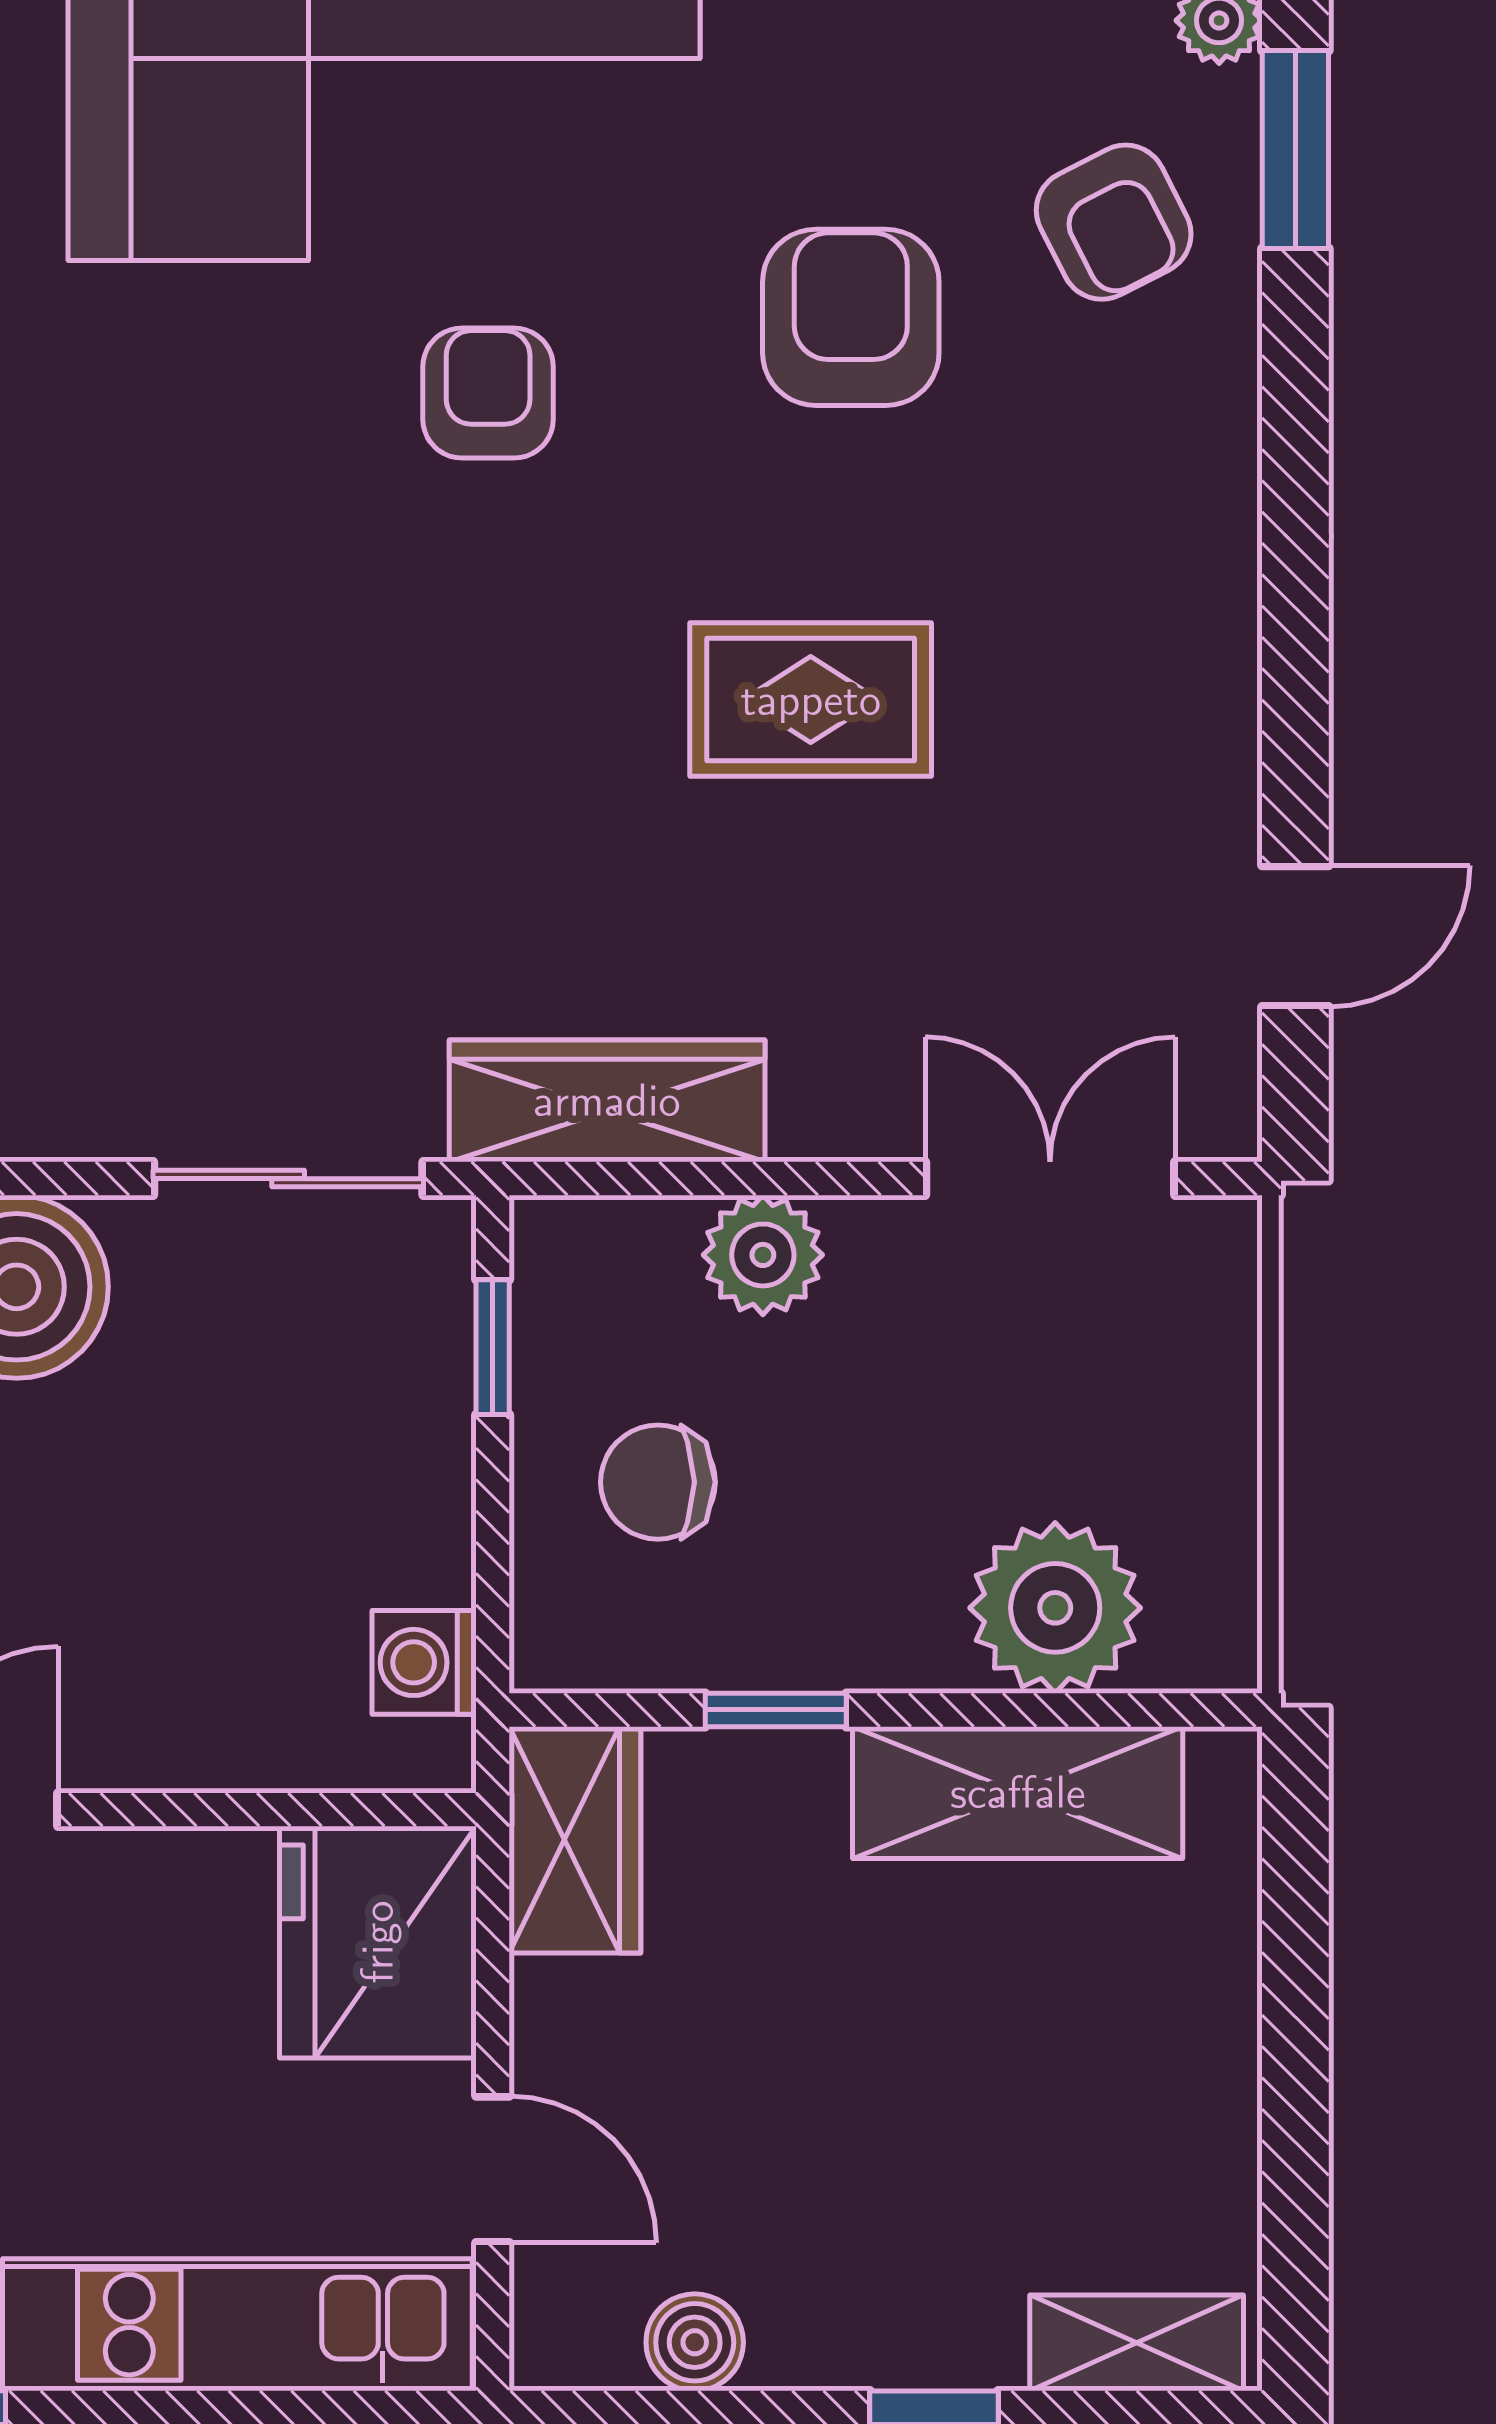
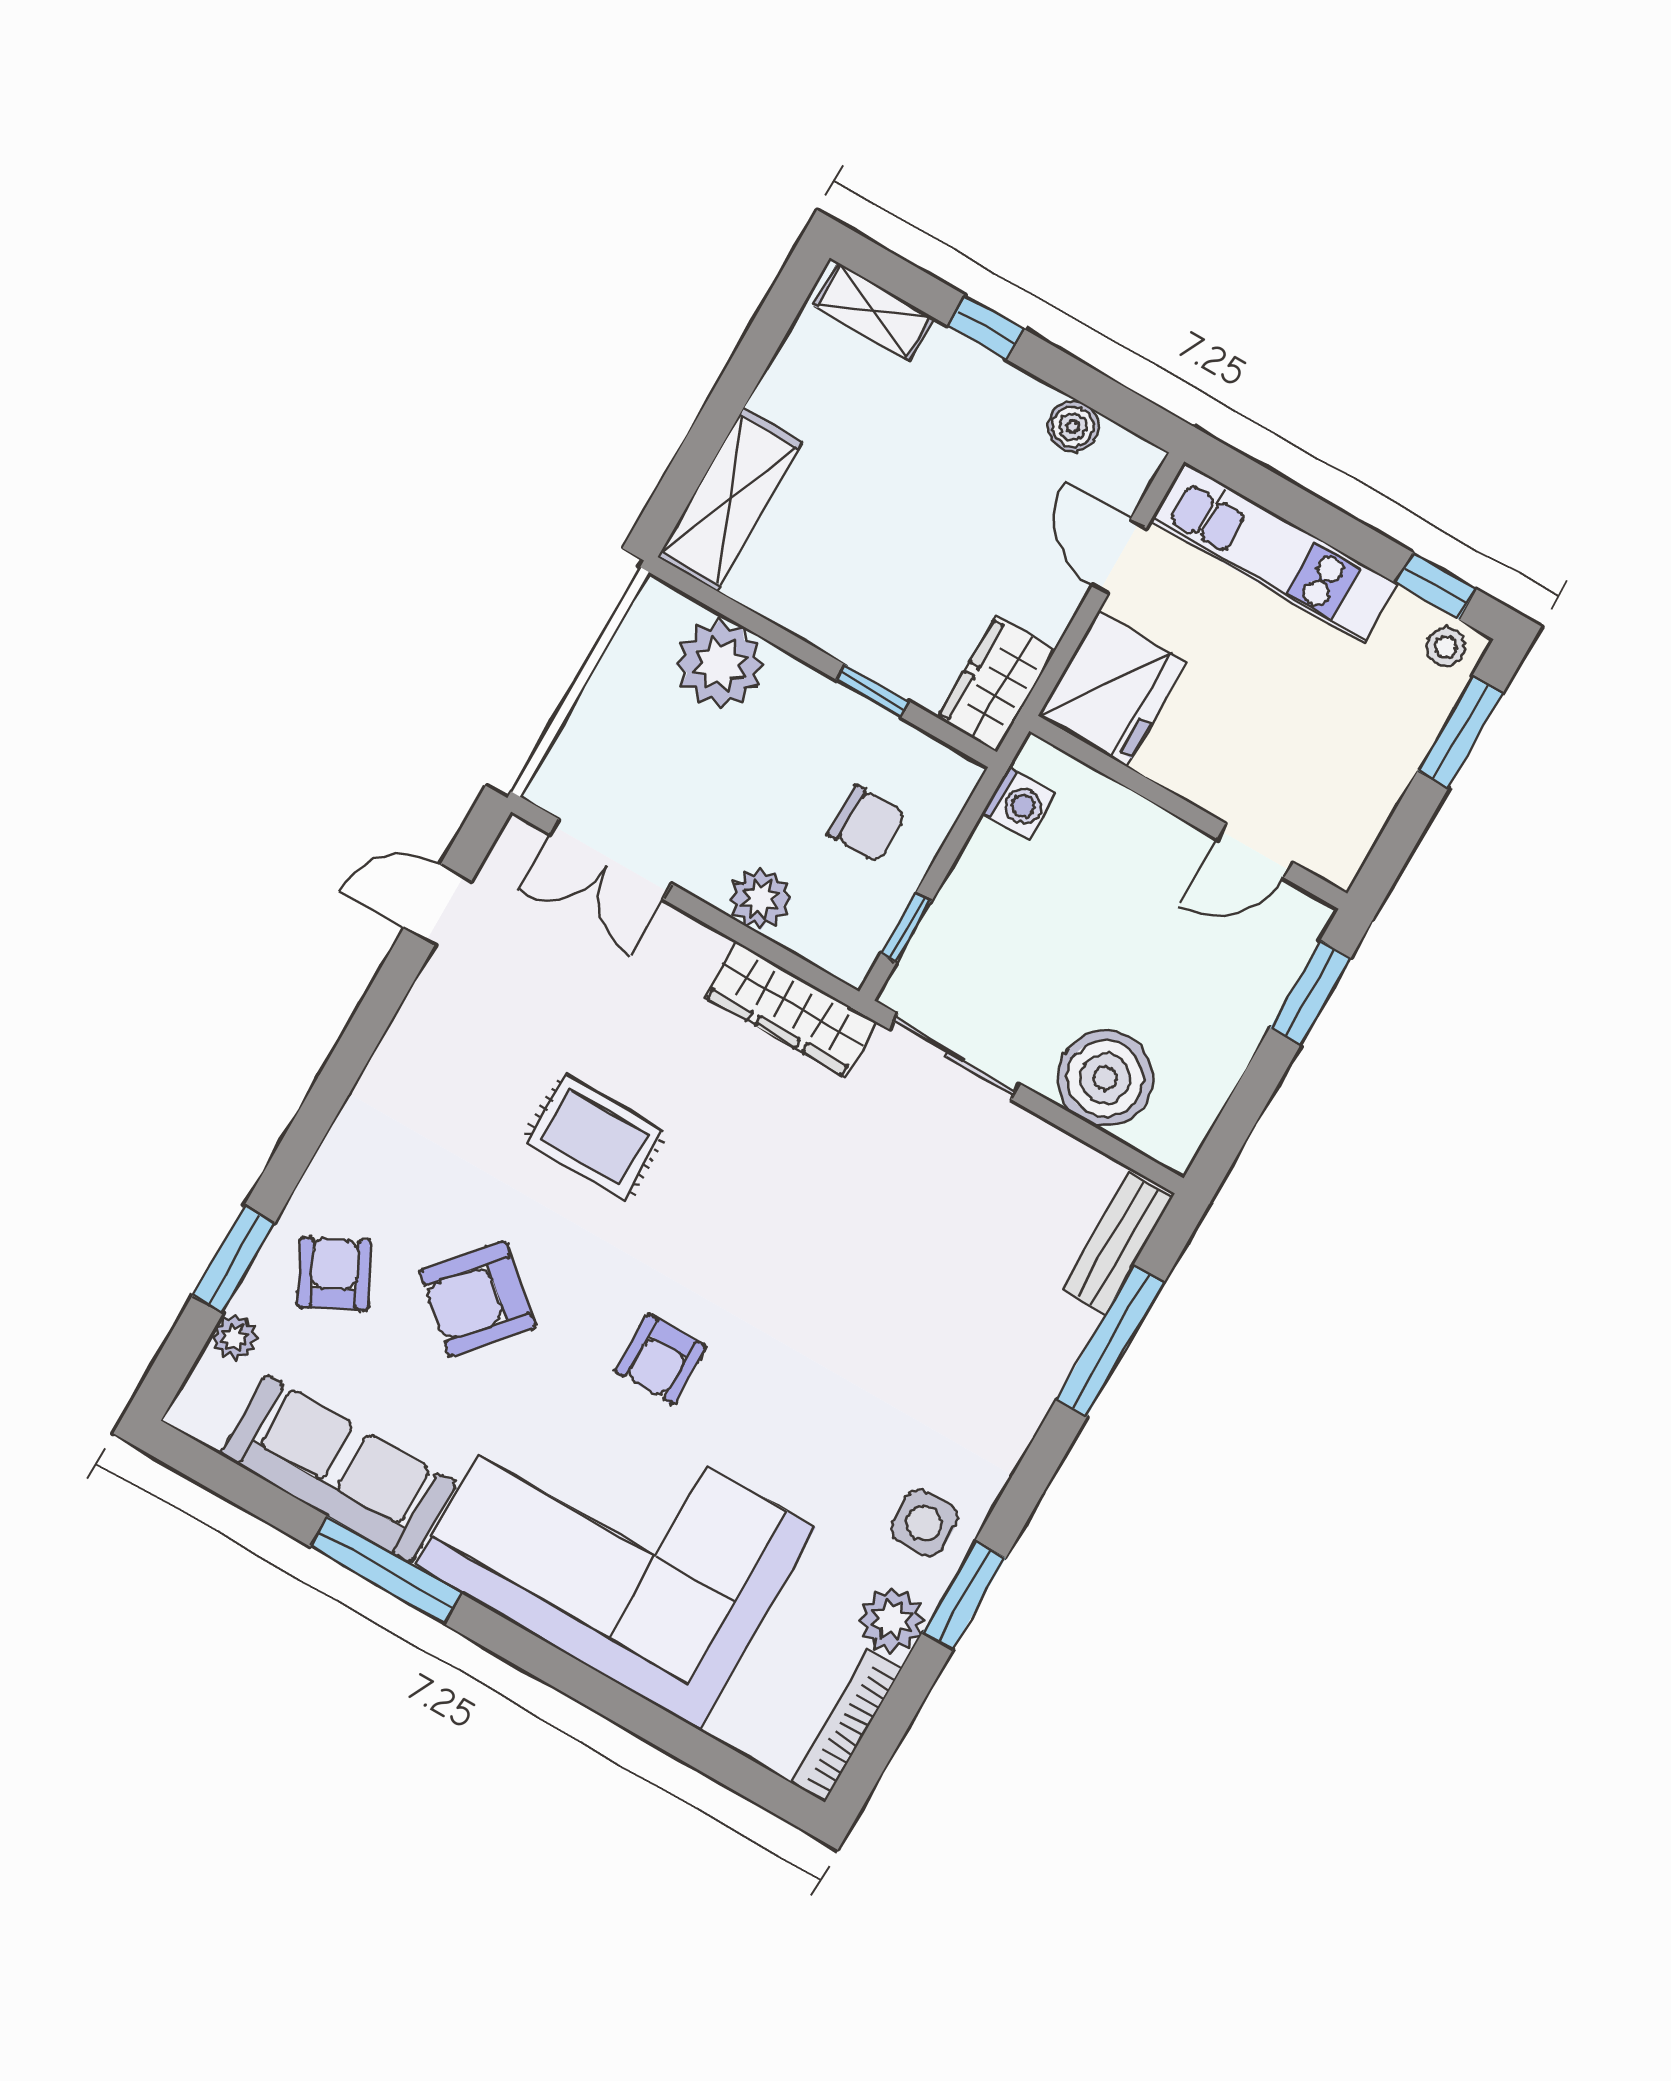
armchair: (851, 317) -> (478, 1299), turned 41
shelving: (1018, 1793) -> (730, 500), moved, turned 90

